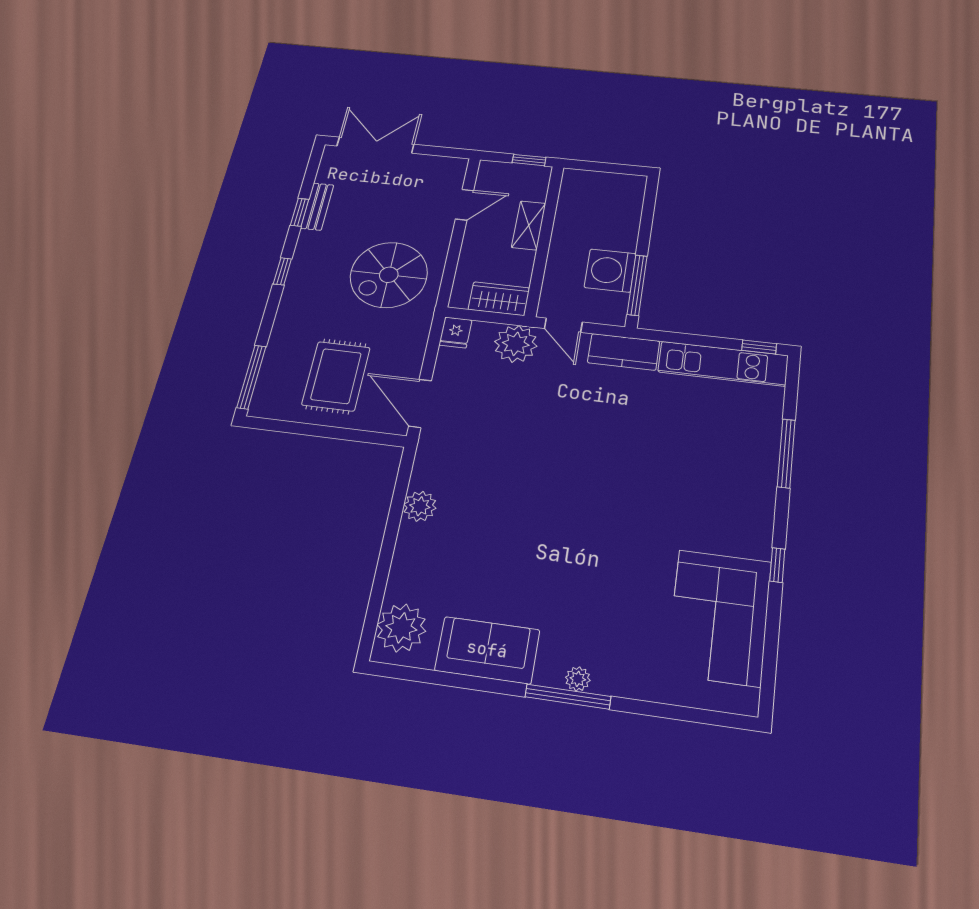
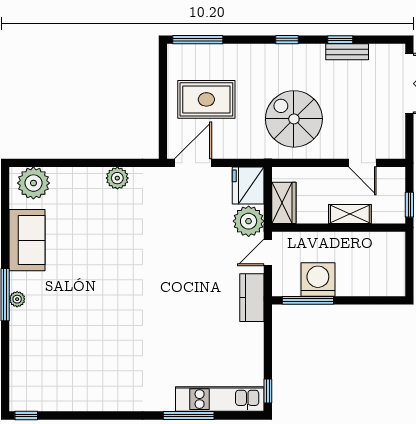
fridge: (455, 333) -> (248, 186), width x1.88, depth x1.34
kitchen unit: (723, 364) -> (220, 399), moved, turned 90
window: (777, 565) -> (26, 416), moved
corner sofa: (719, 617) -> (69, 382), removed

